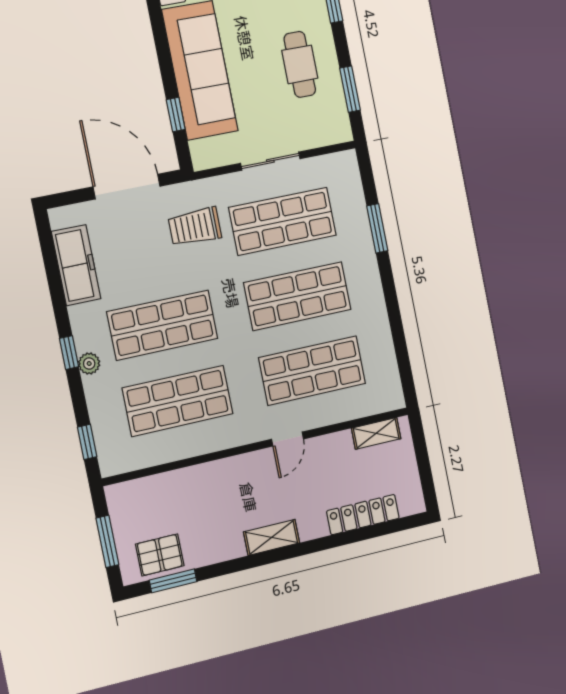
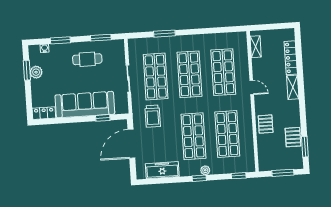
pallet: (212, 483) -> (266, 124), added
shelving: (272, 537) -> (293, 87), moved
pallet: (160, 555) -> (293, 137), moved

